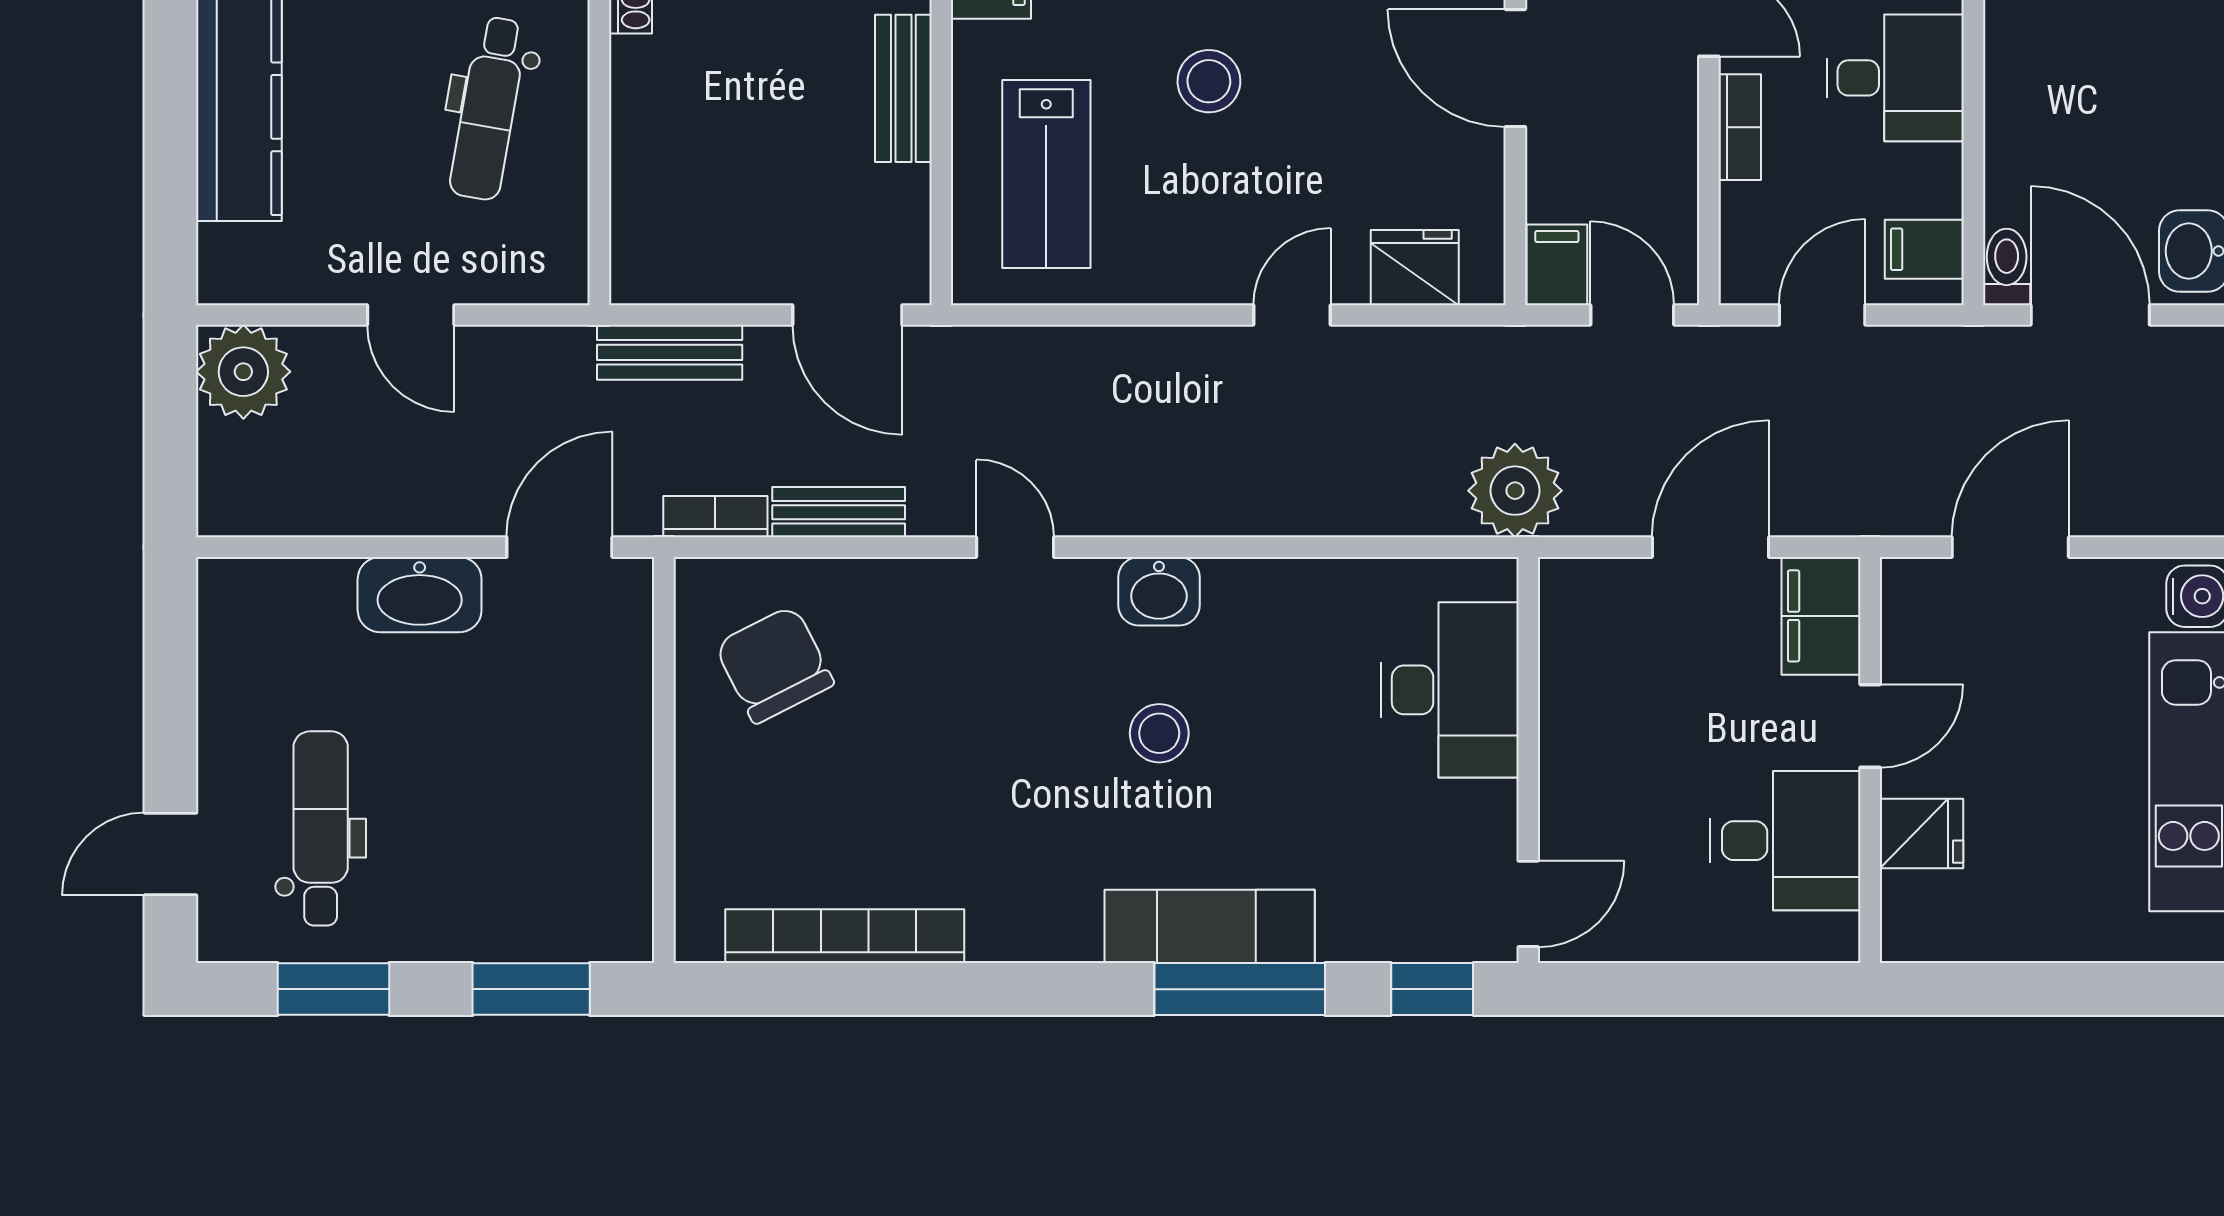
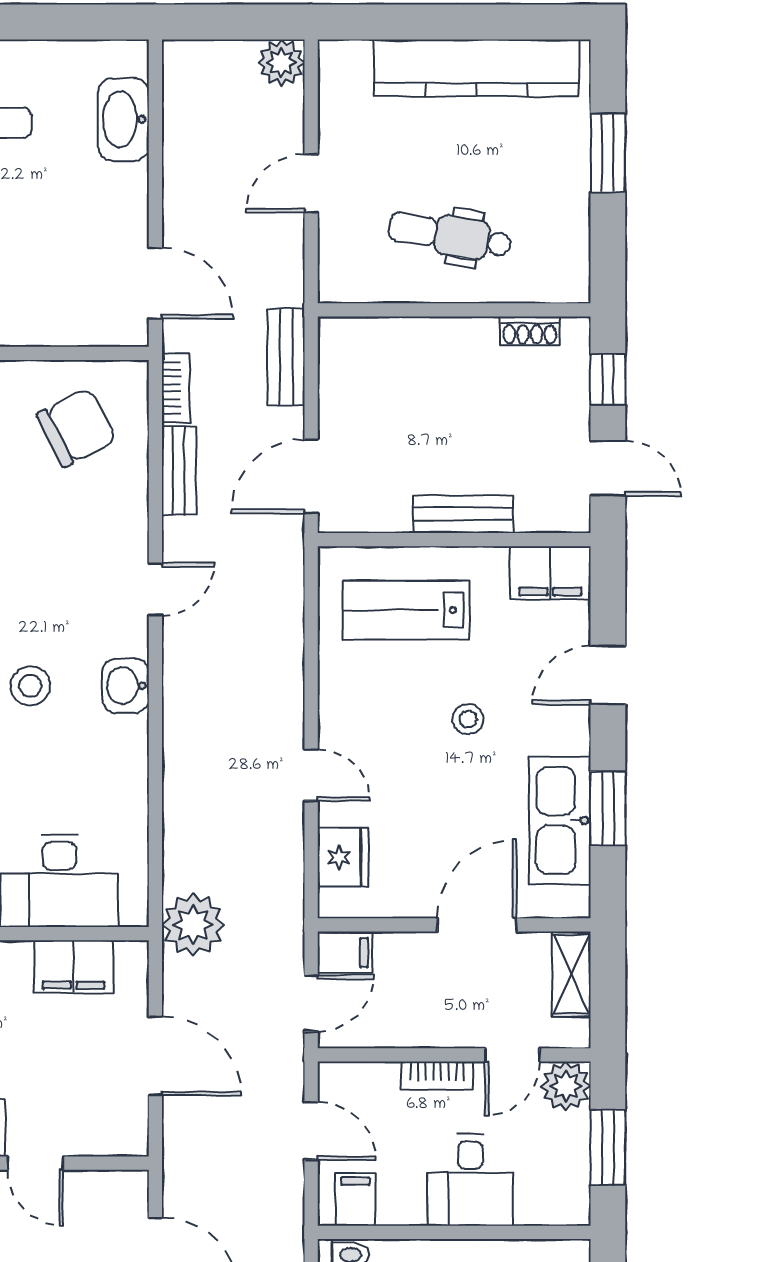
stool: (1209, 81) -> (468, 719), width x0.73, depth x0.73
plant: (243, 372) -> (281, 62), width x0.73, depth x0.73
washbasin: (420, 595) -> (123, 119), moved
filing cabinet: (1821, 616) -> (74, 967), moved, turned 180

